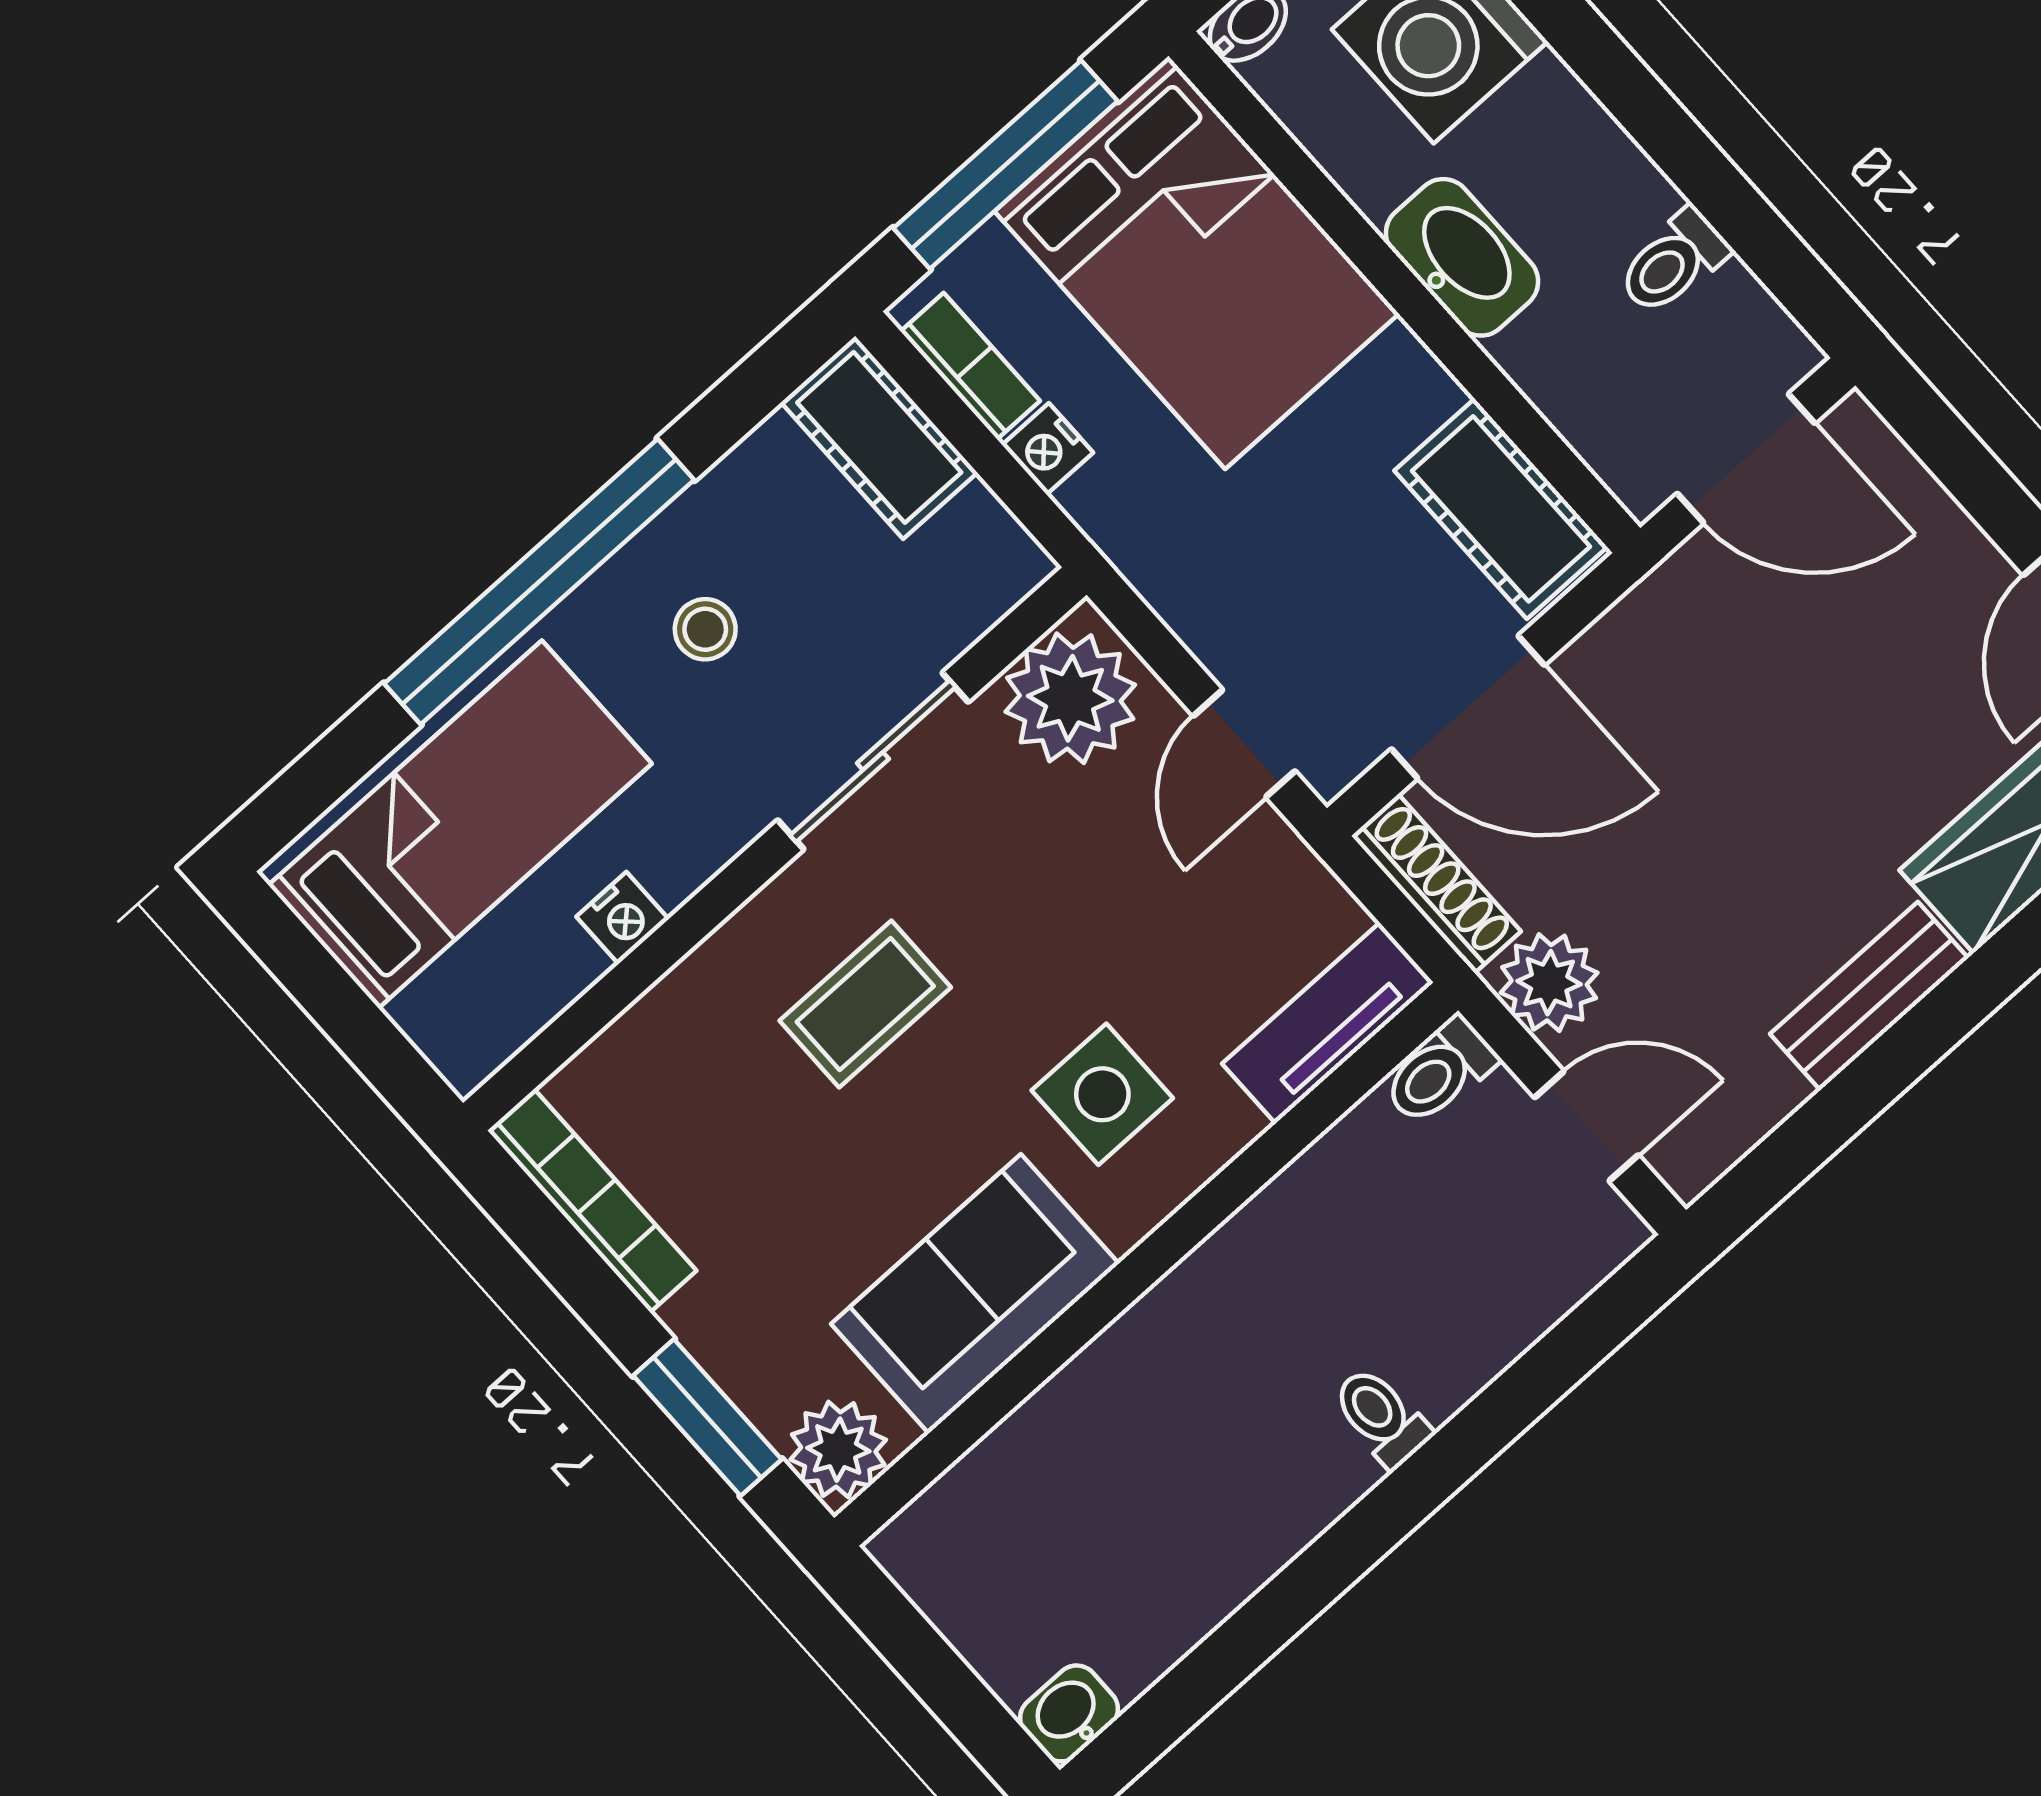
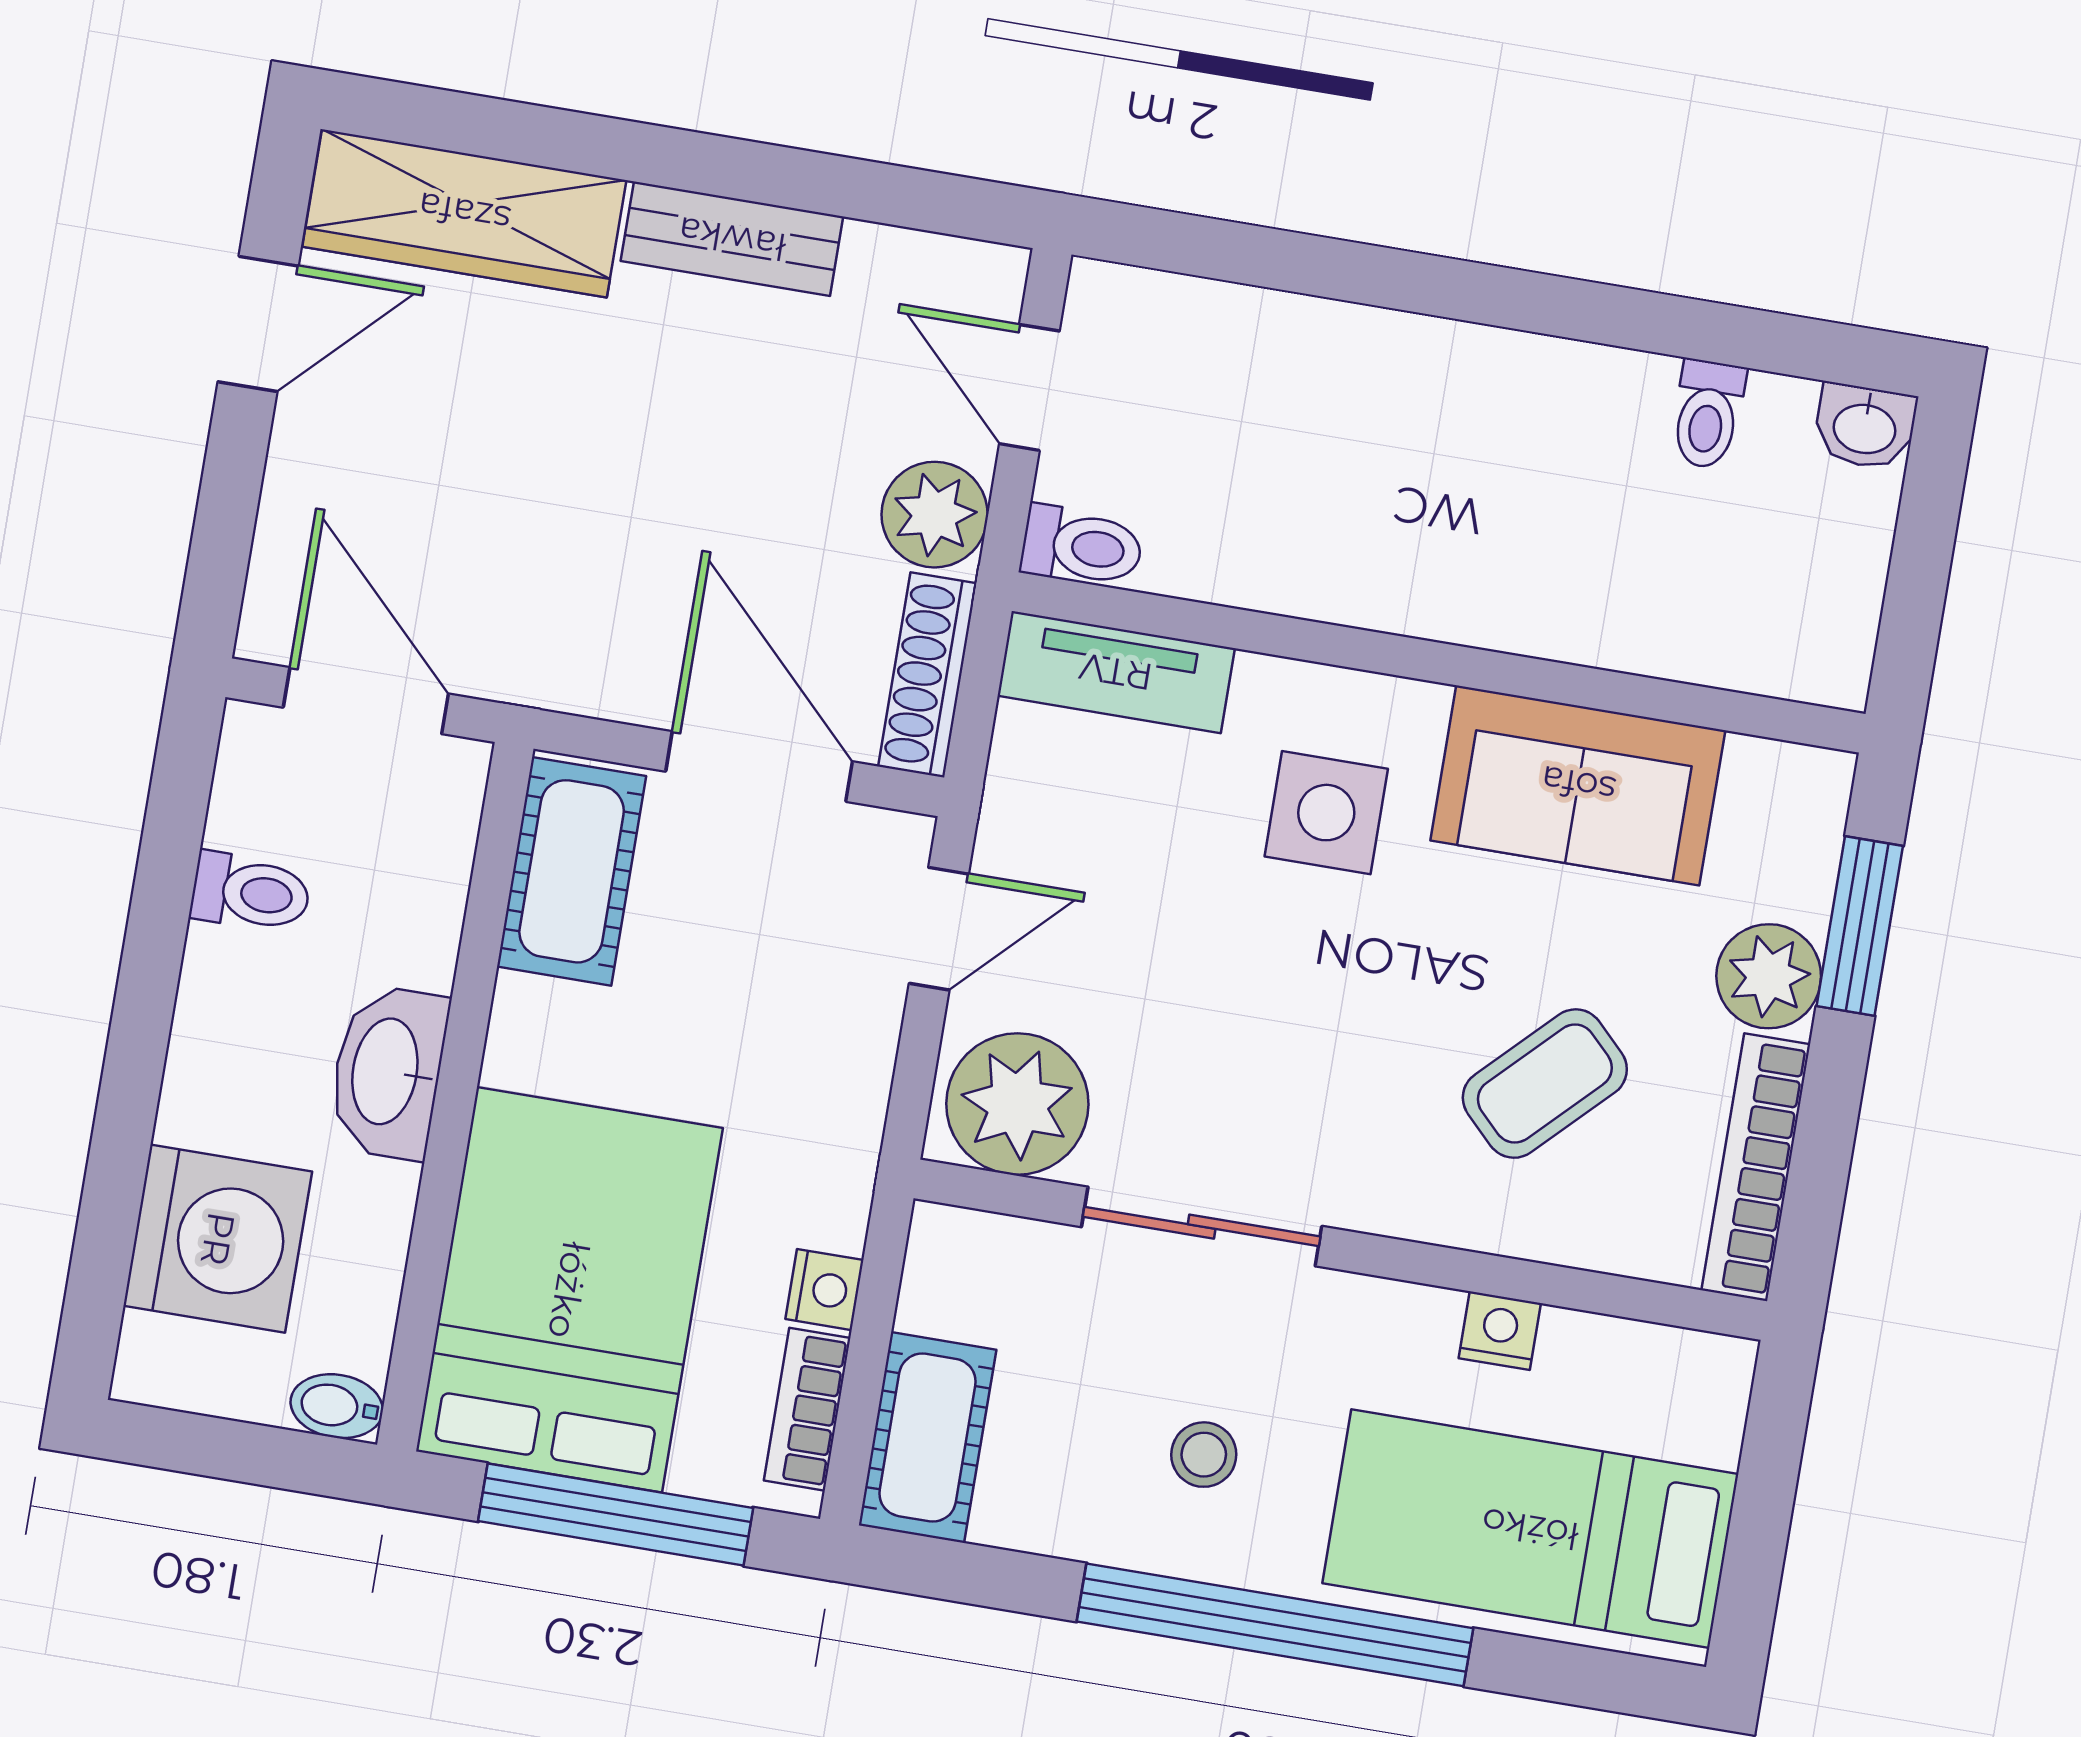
coffee table: (865, 1004) -> (1545, 1084), moved, turned -45
toilet: (1381, 1417) -> (1708, 414), moved
plant: (838, 1450) -> (1769, 976), moved

